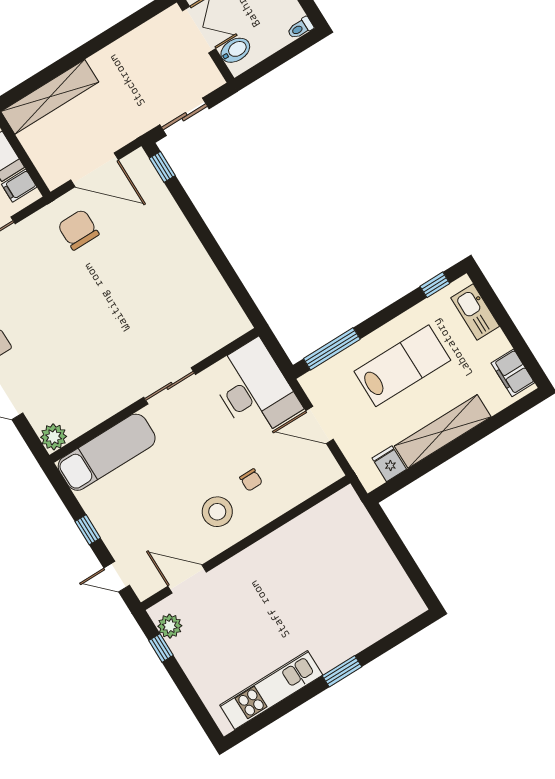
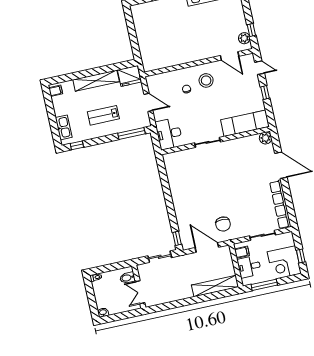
lab bench: (402, 366) -> (103, 115), width x0.73, depth x0.72
filing cabinet: (513, 373) -> (56, 91), width x0.50
desk: (254, 389) -> (169, 134), width x0.73, depth x0.77
fridge: (389, 464) -> (129, 76), width x1.88, depth x1.34

